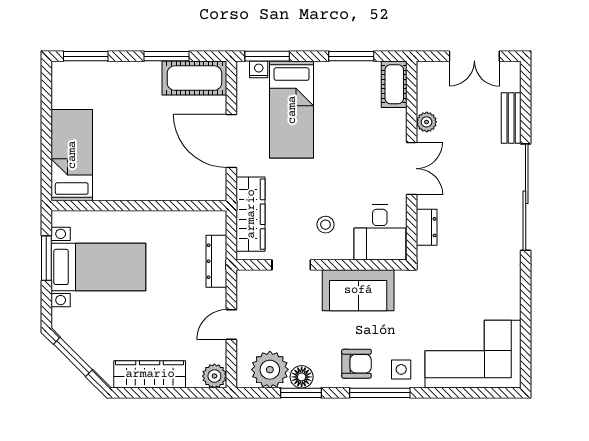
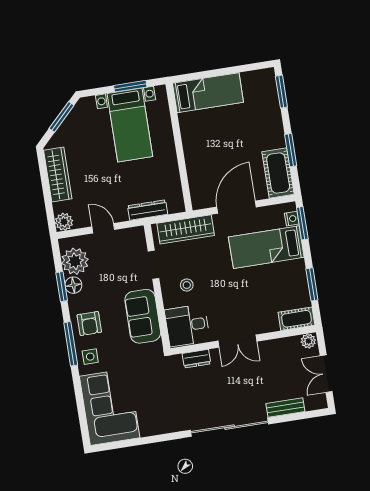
plant: (427, 122) -> (308, 341), moved

